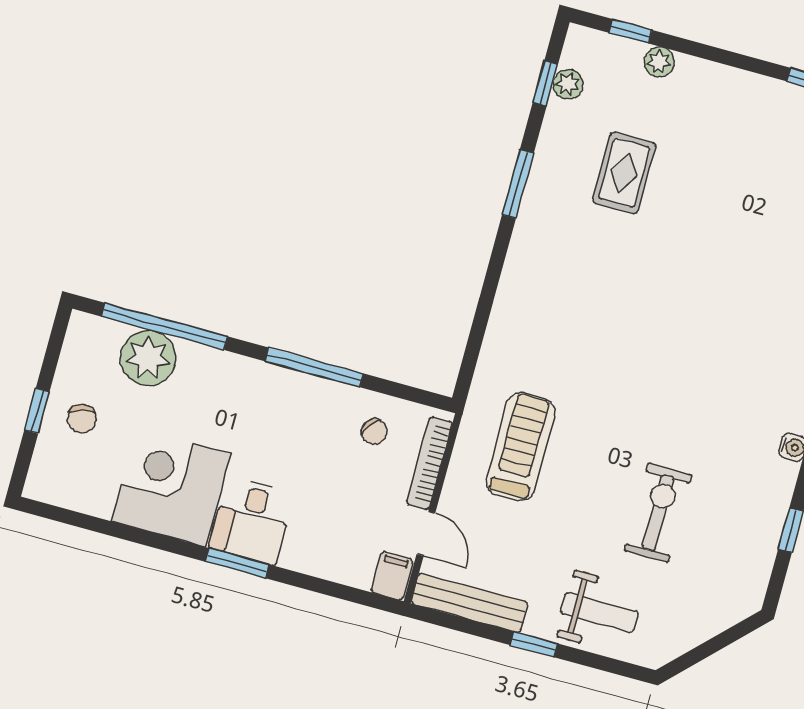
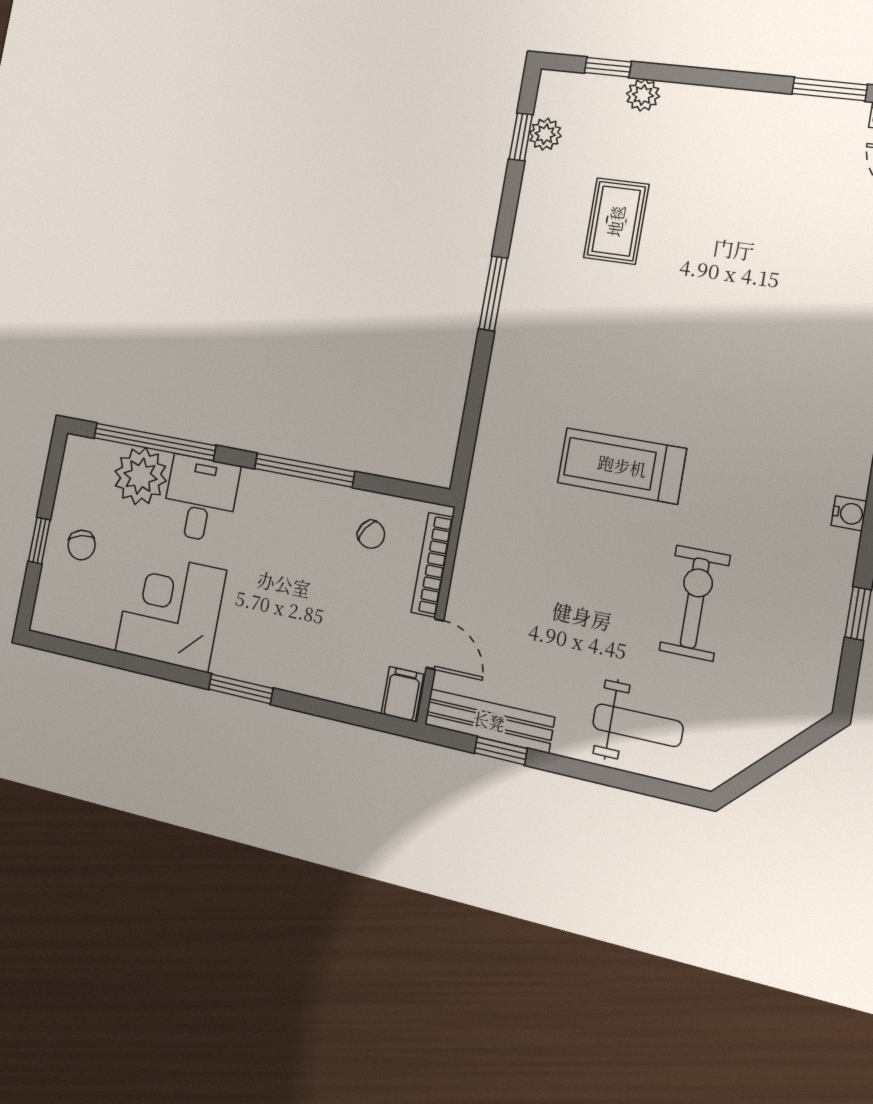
window: (518, 184) -> (493, 293), moved
treadmill: (521, 447) -> (622, 466), moved, turned -90
desk: (252, 521) -> (200, 499), moved, turned 180
window: (534, 644) -> (501, 751), moved

